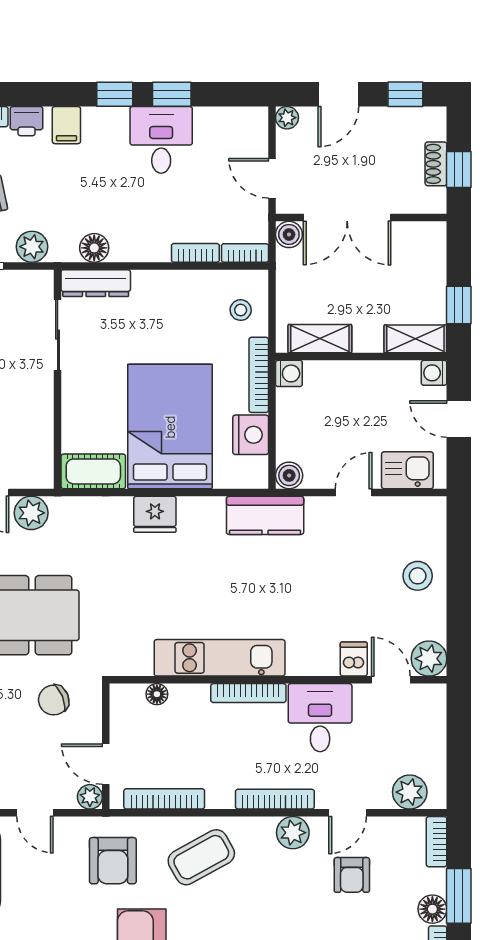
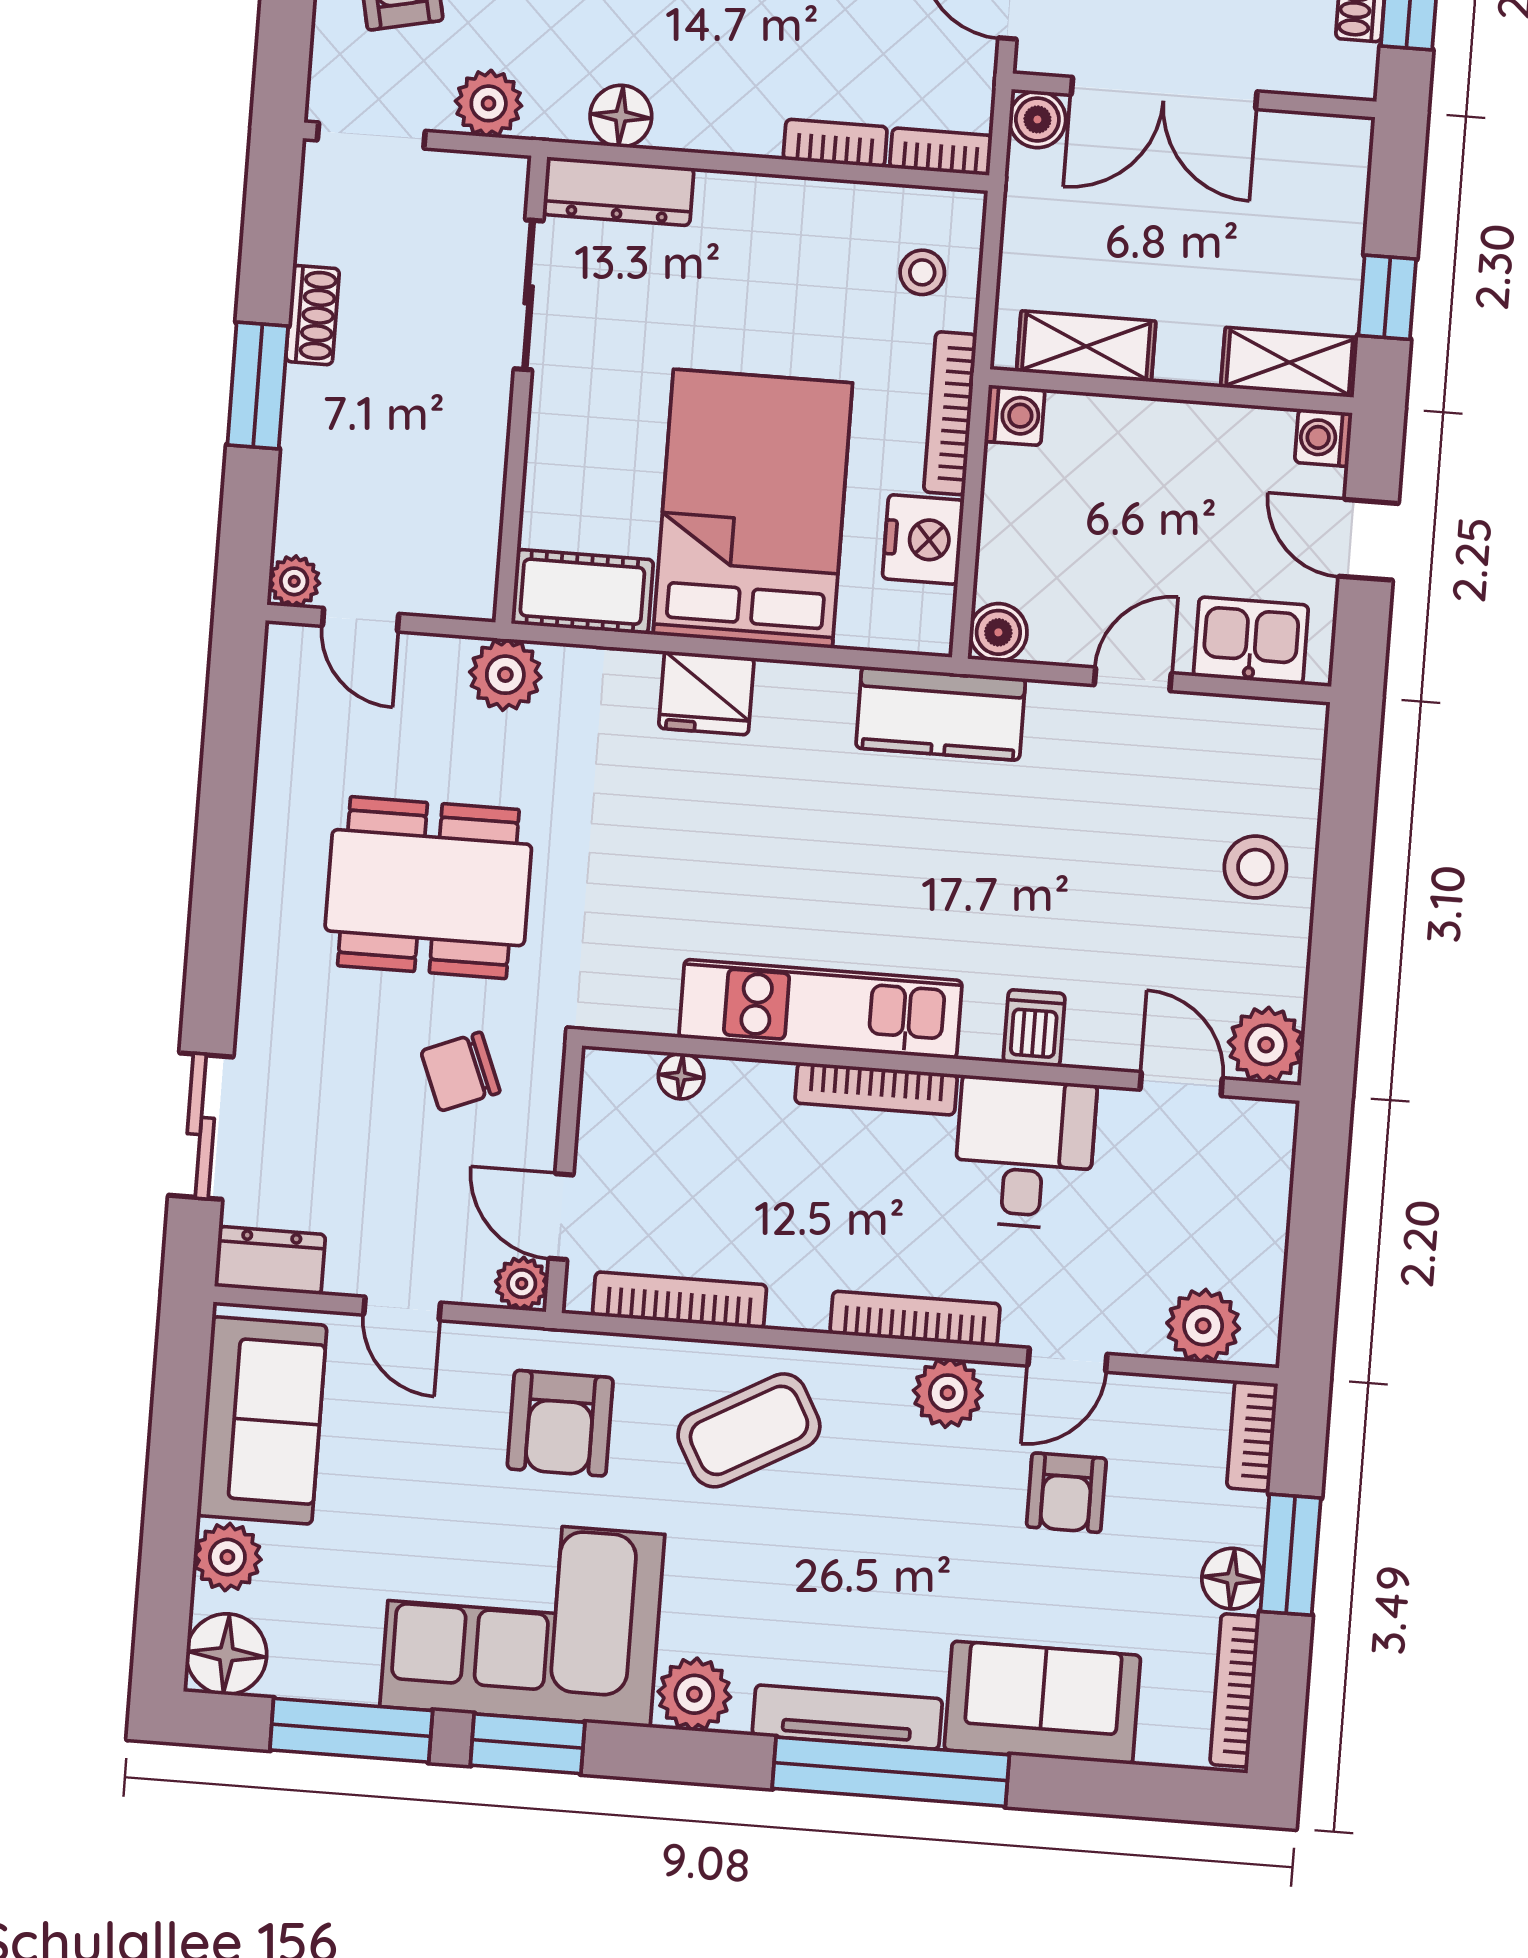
plant: (31, 513) -> (505, 675), moved
dishwasher: (354, 659) -> (1034, 1028), moved

